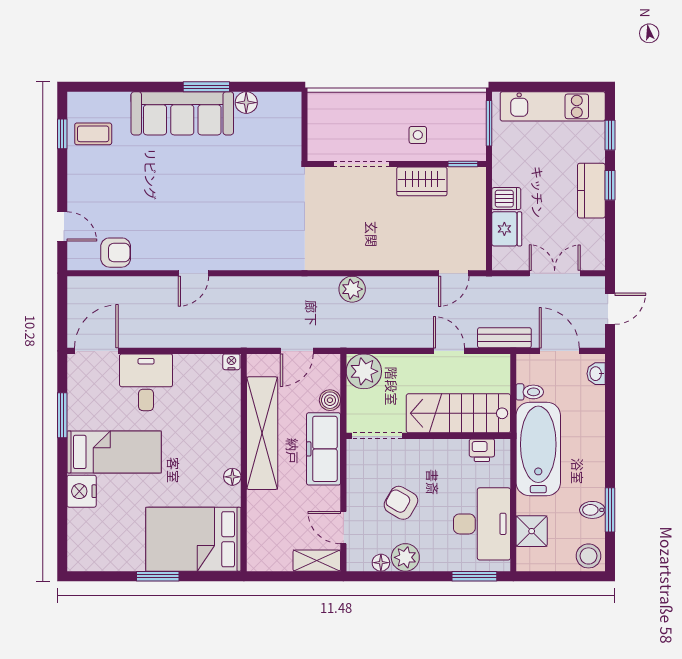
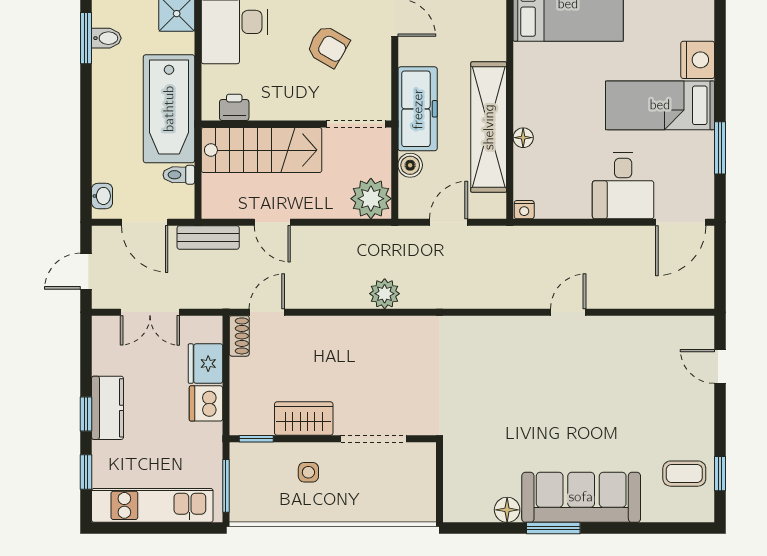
dishwasher: (506, 199) -> (206, 403), width x1.38
armchair: (116, 253) -> (658, 336), removed
shoe rack: (478, 253) -> (239, 336), added
floor lamp: (232, 477) -> (523, 138), moved

